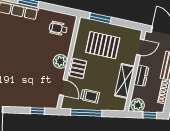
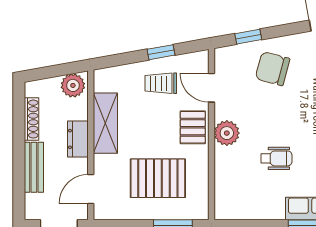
wheelchair: (58, 28) -> (276, 158), moved
chair: (28, 91) -> (273, 69), added
window: (86, 113) -> (161, 52), width x0.46
window: (150, 115) -> (47, 72), removed

